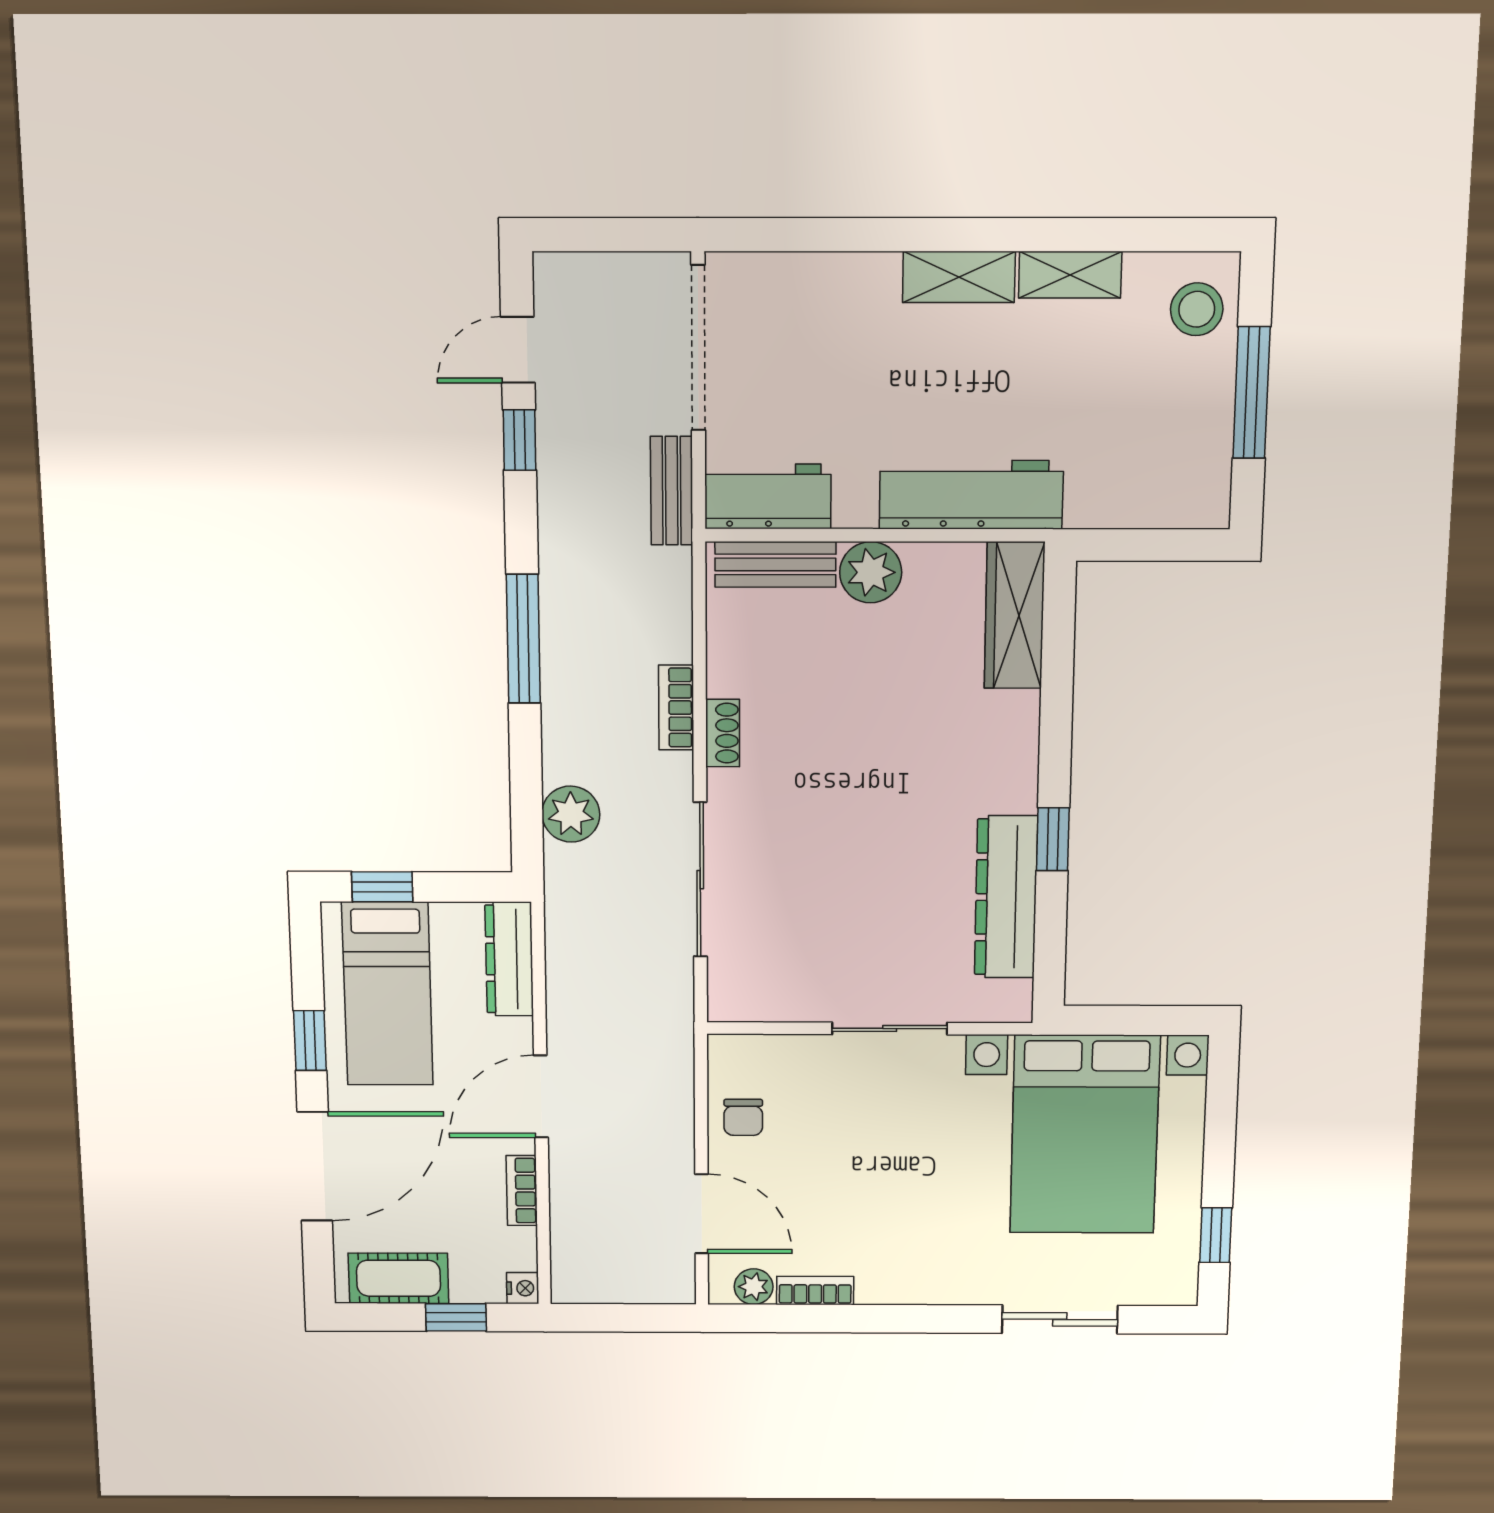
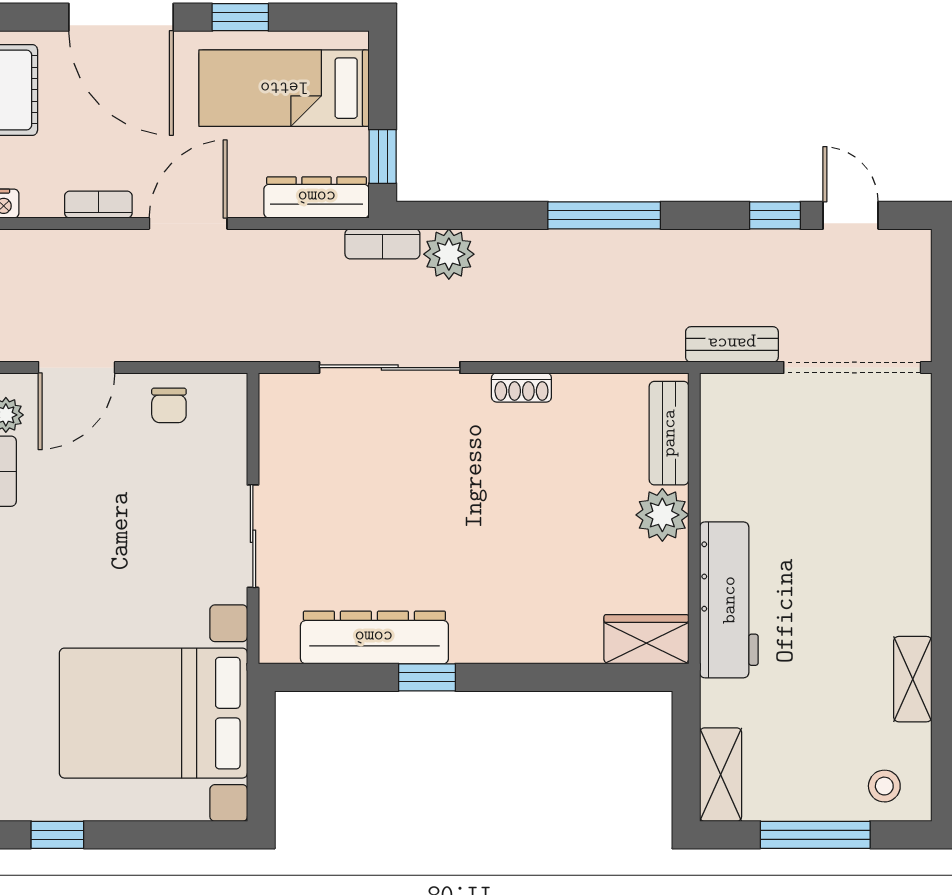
shelving: (959, 277) -> (721, 775), moved
stool: (1197, 309) -> (884, 786), width x0.73, depth x0.73
workbench: (768, 496) -> (727, 427), removed
wardrobe: (1014, 615) -> (646, 639), width x0.67
bookcase: (676, 708) -> (382, 244), moved, turned 180
window: (382, 887) -> (383, 156), moved
door: (541, 1096) -> (188, 223), hinge flipped
chair: (743, 1117) -> (169, 405), turned -90

